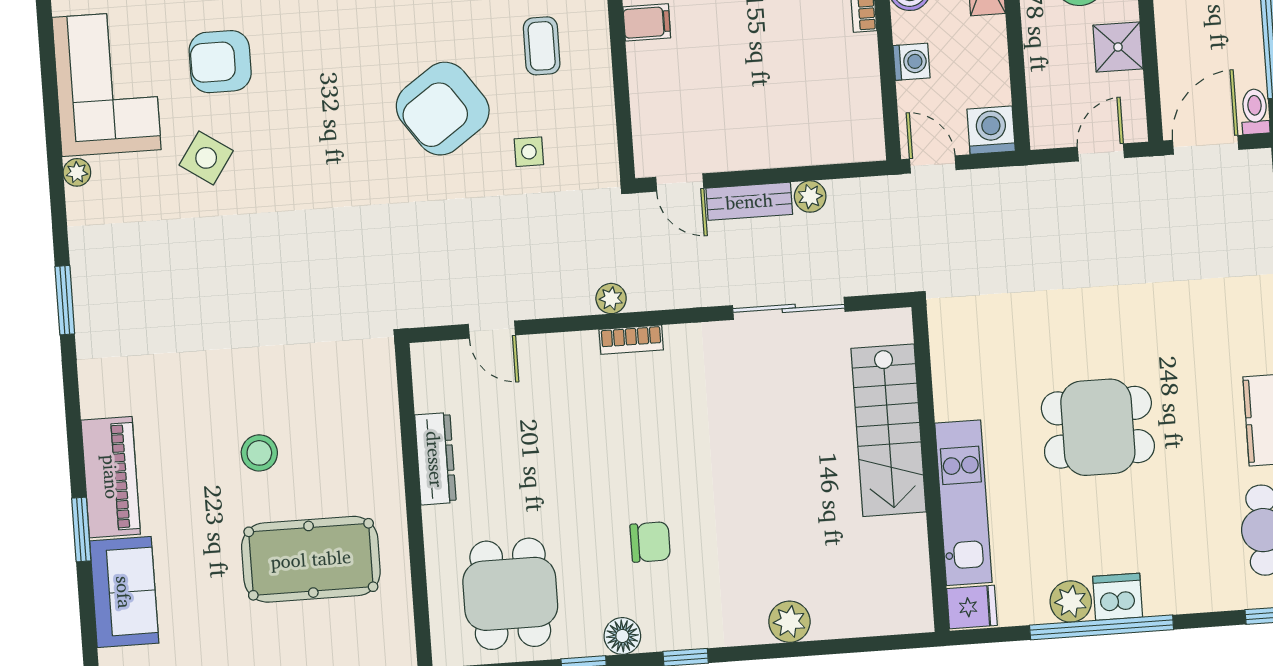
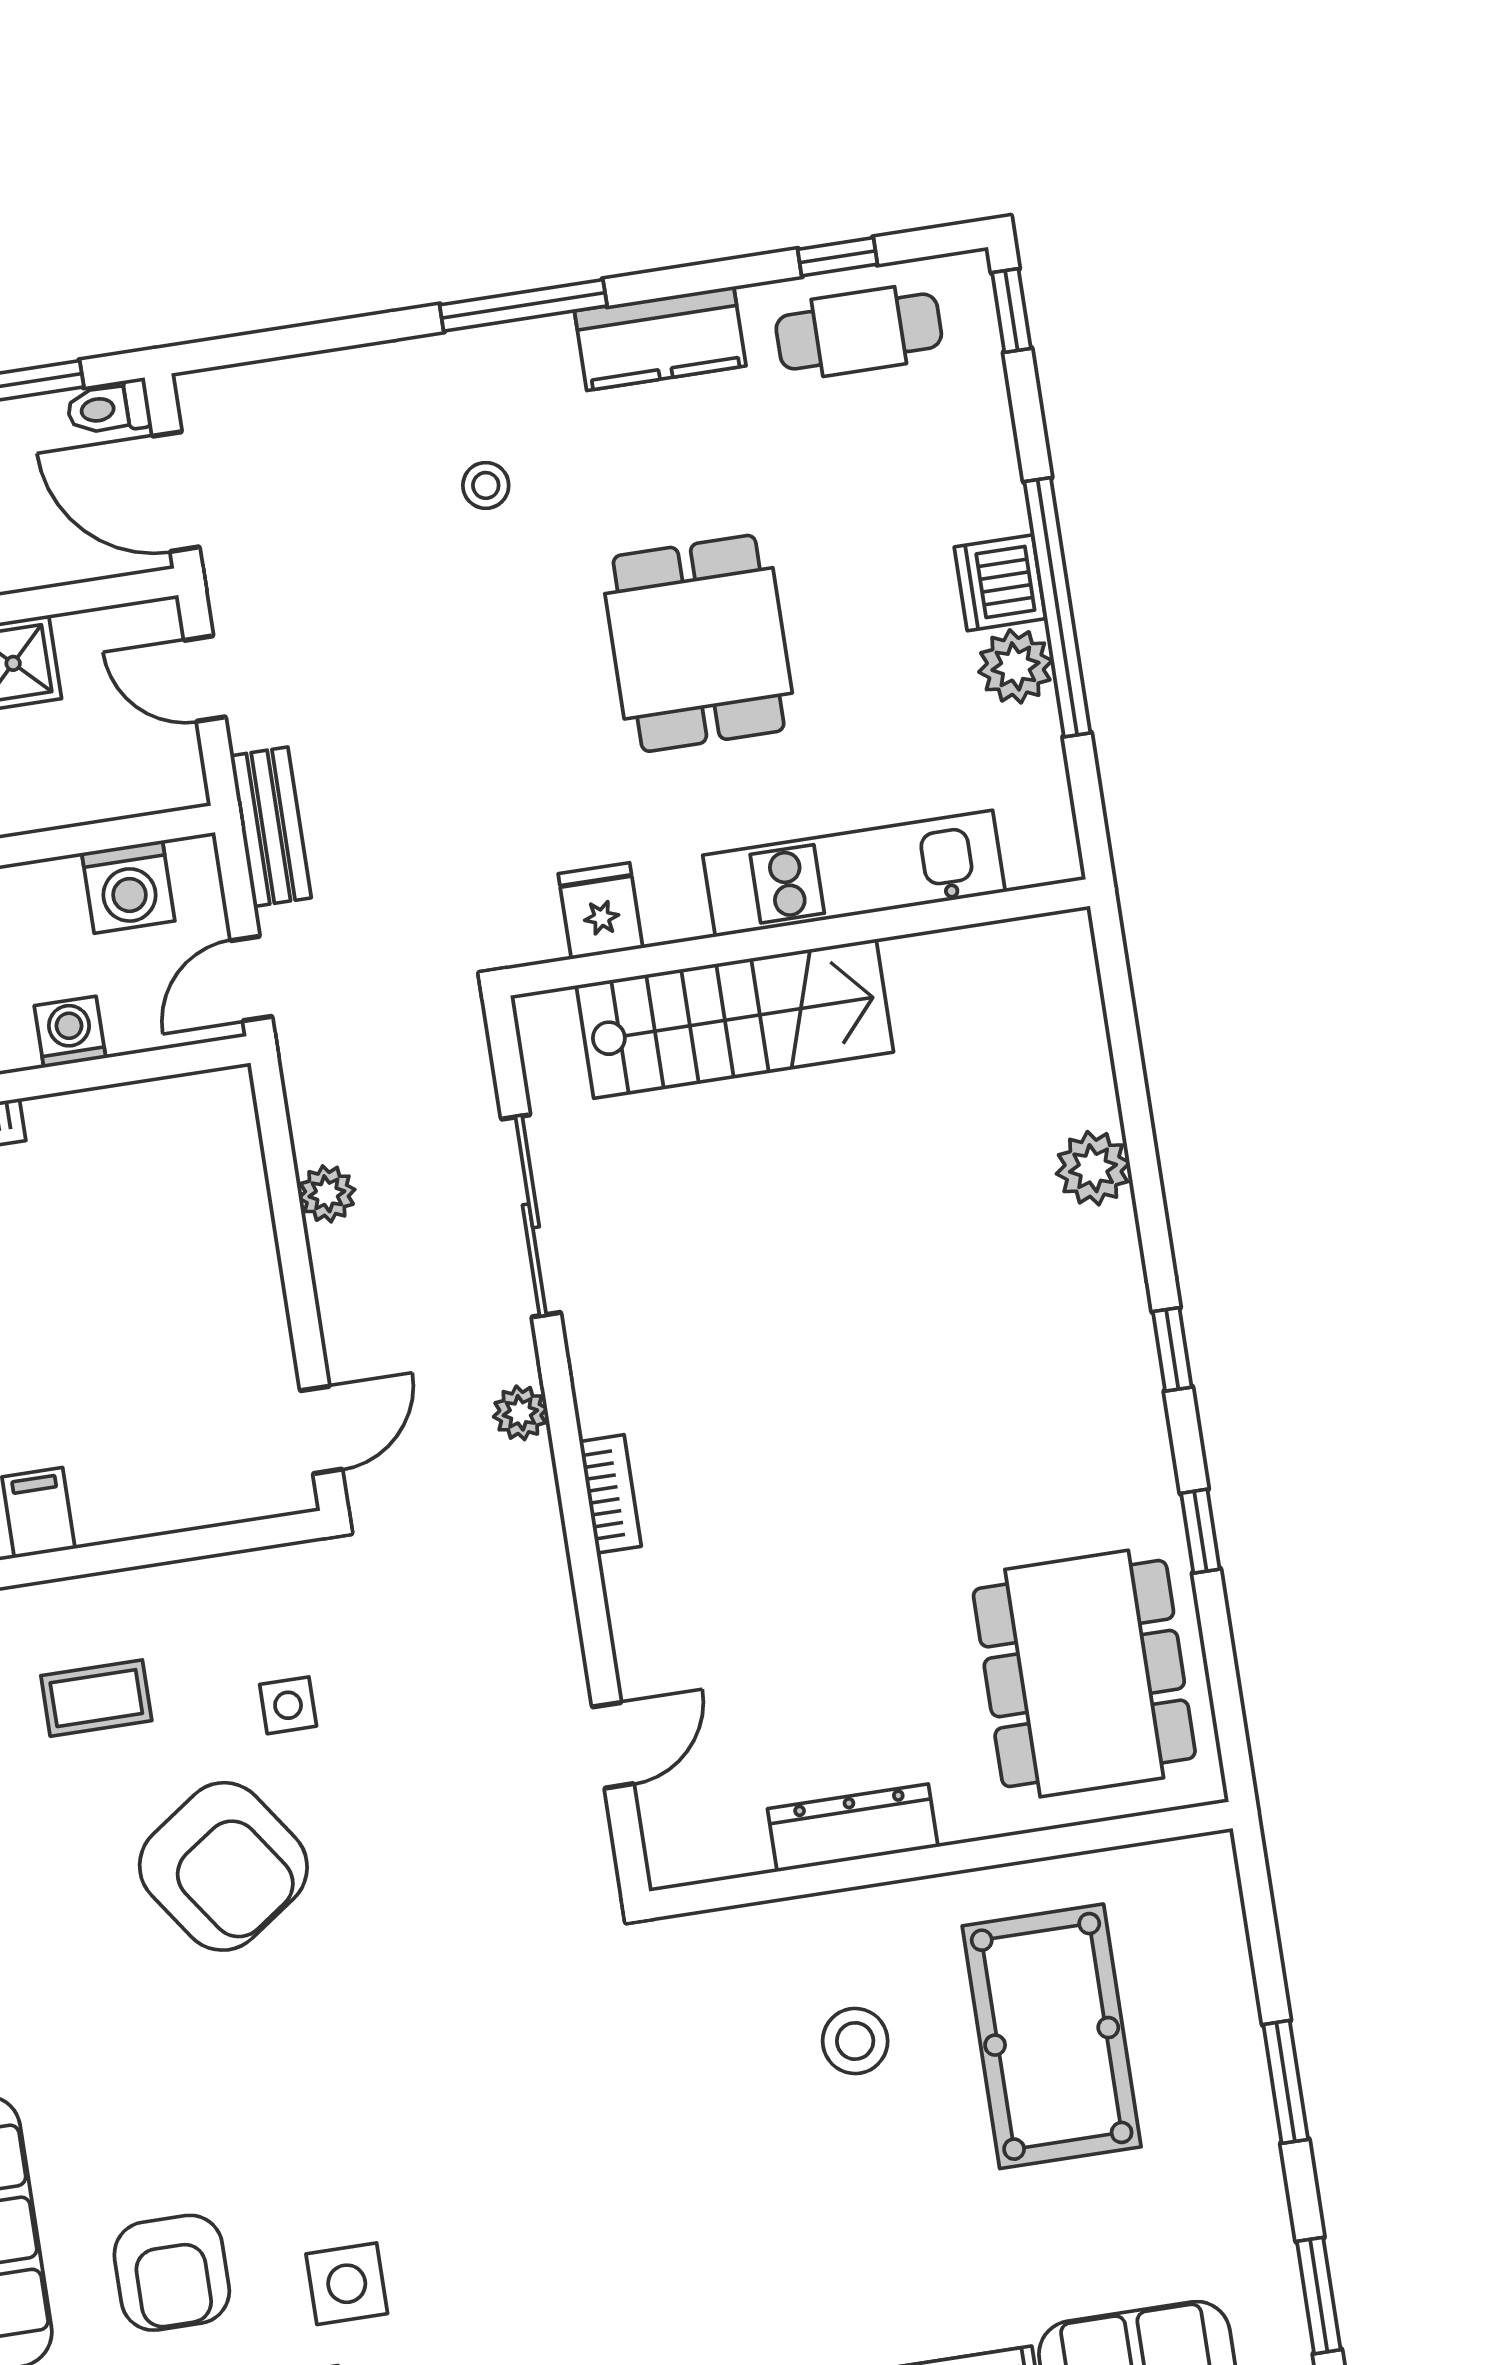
washing machine: (991, 130) -> (128, 887), moved, turned -90
side table: (206, 158) -> (347, 2284), turned -34
bench: (749, 201) -> (271, 827), moved
plant: (611, 299) -> (520, 1413), moved
stool: (1195, 317) -> (486, 485), added
stool: (259, 453) -> (855, 2041), moved
chair: (650, 542) -> (971, 1430), removed
dining table: (510, 594) -> (1084, 1674), width x1.38
fridge: (972, 607) -> (601, 911), moved
floor lamp: (622, 636) -> (1143, 1466), removed

